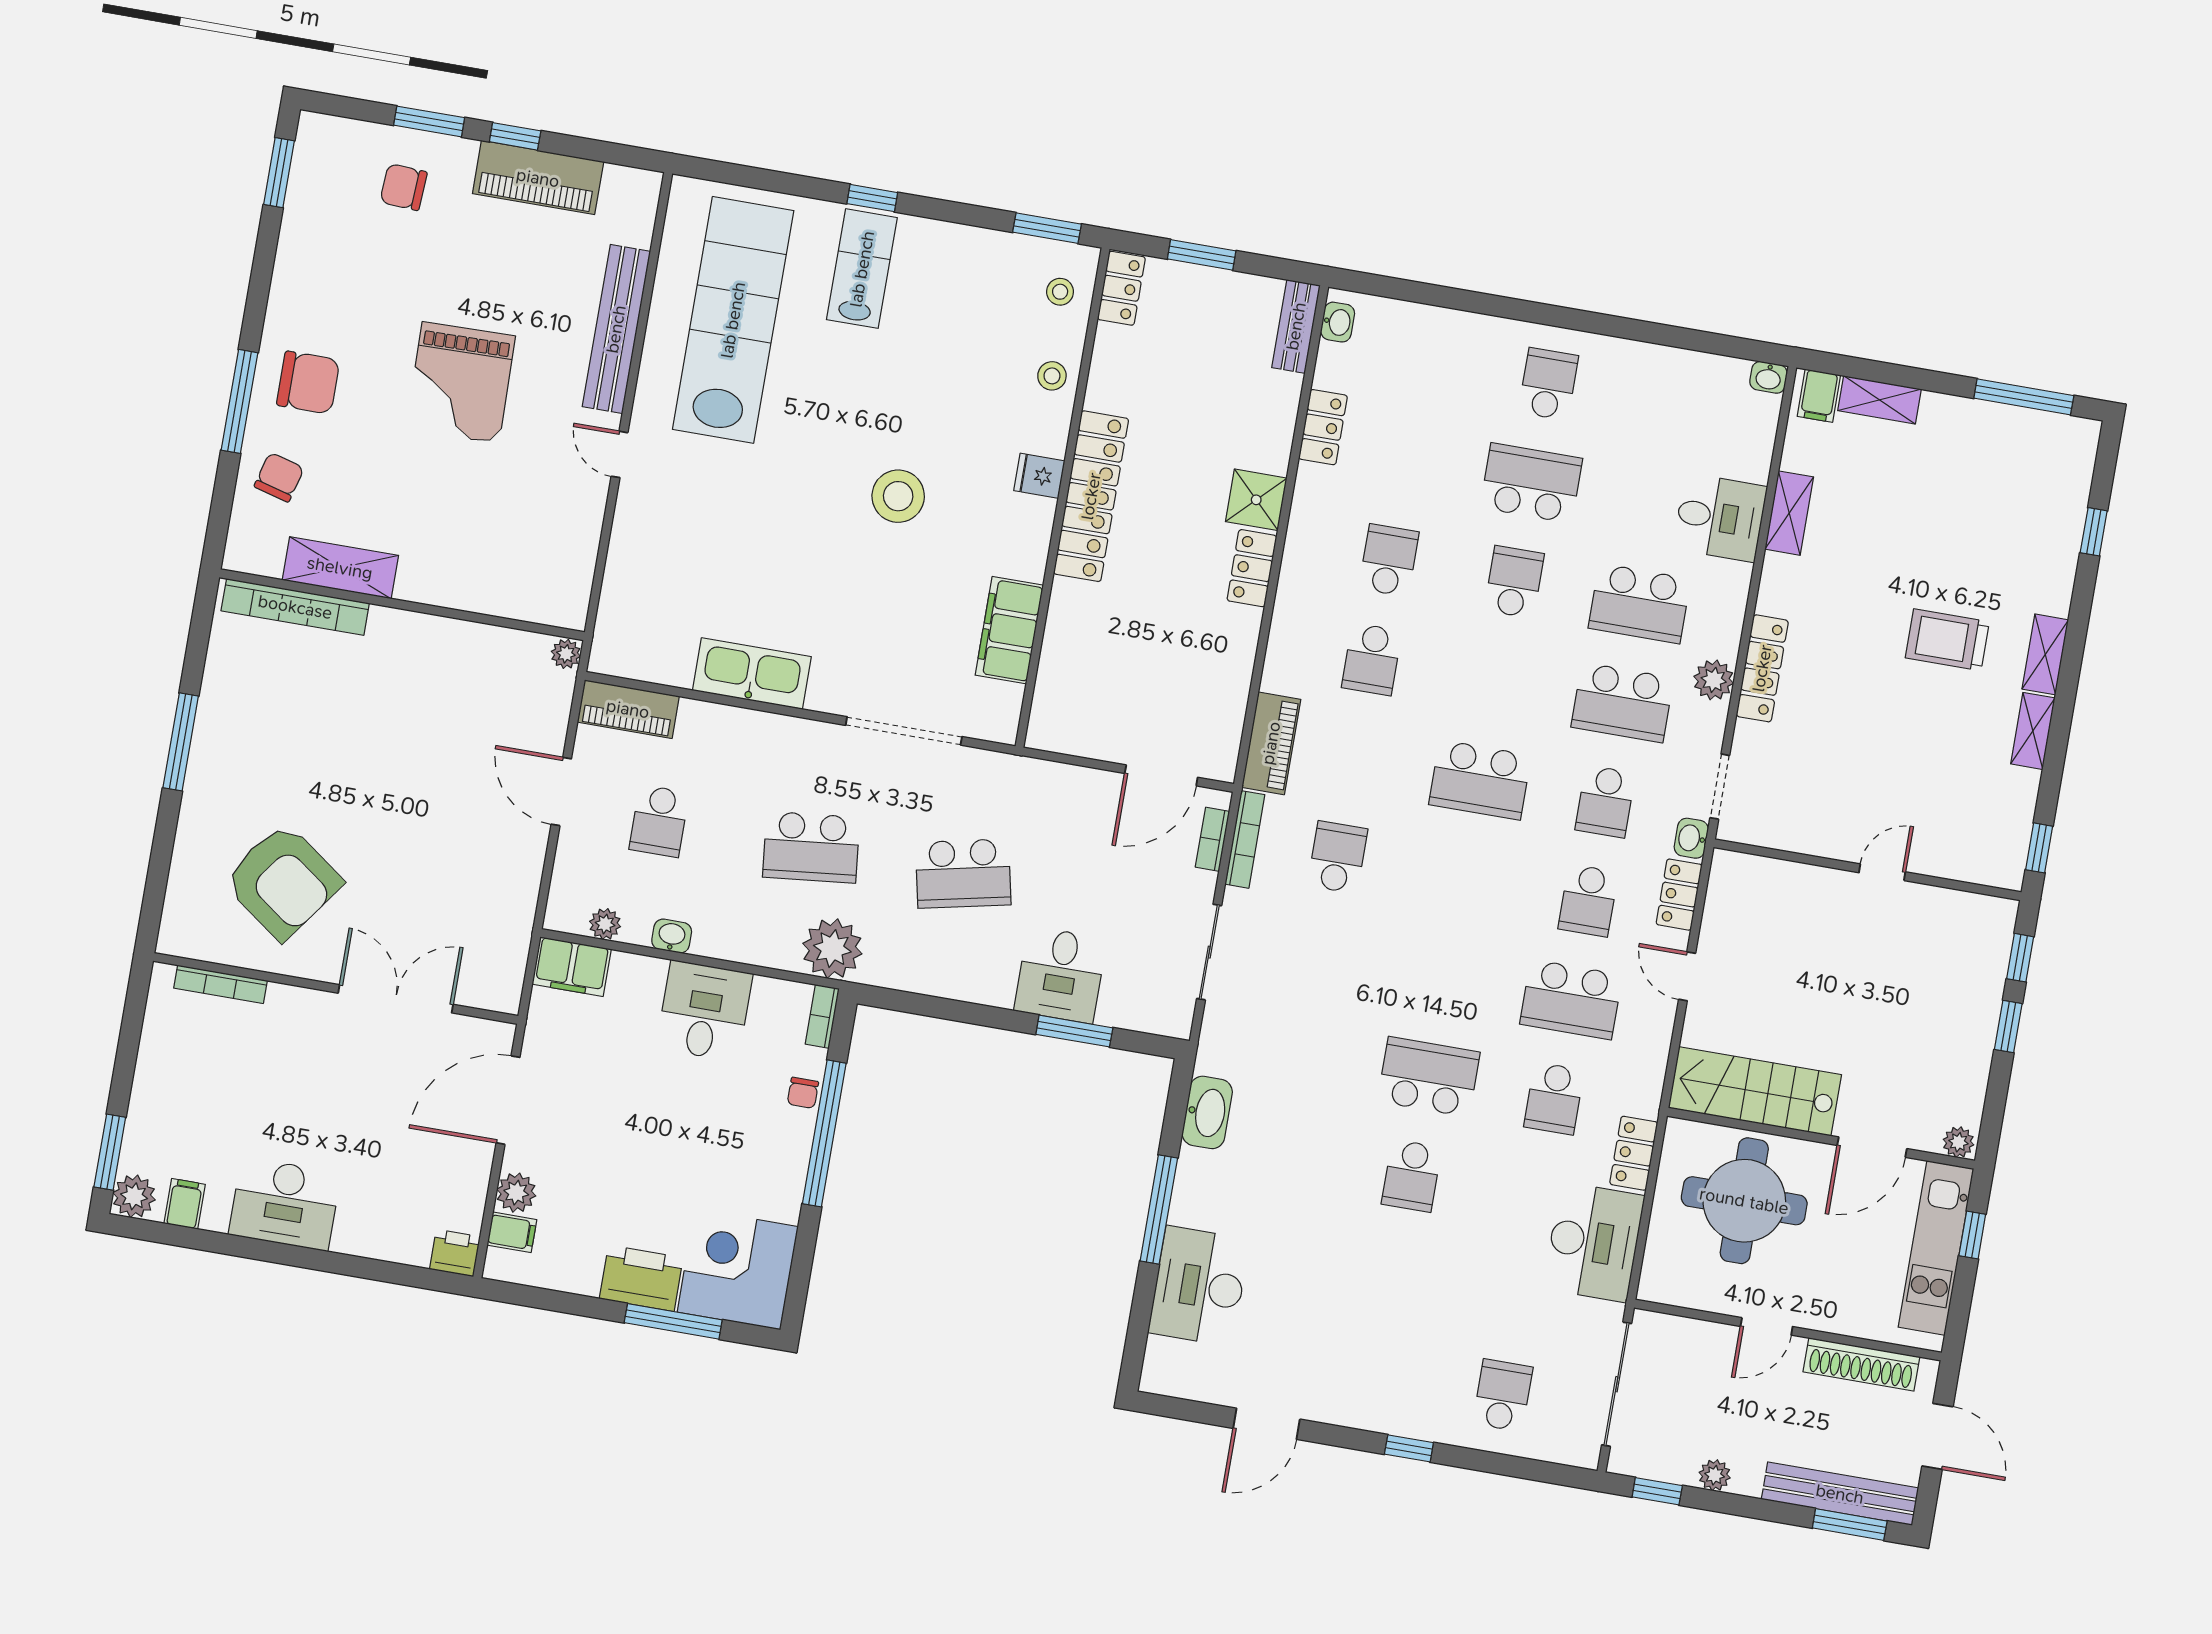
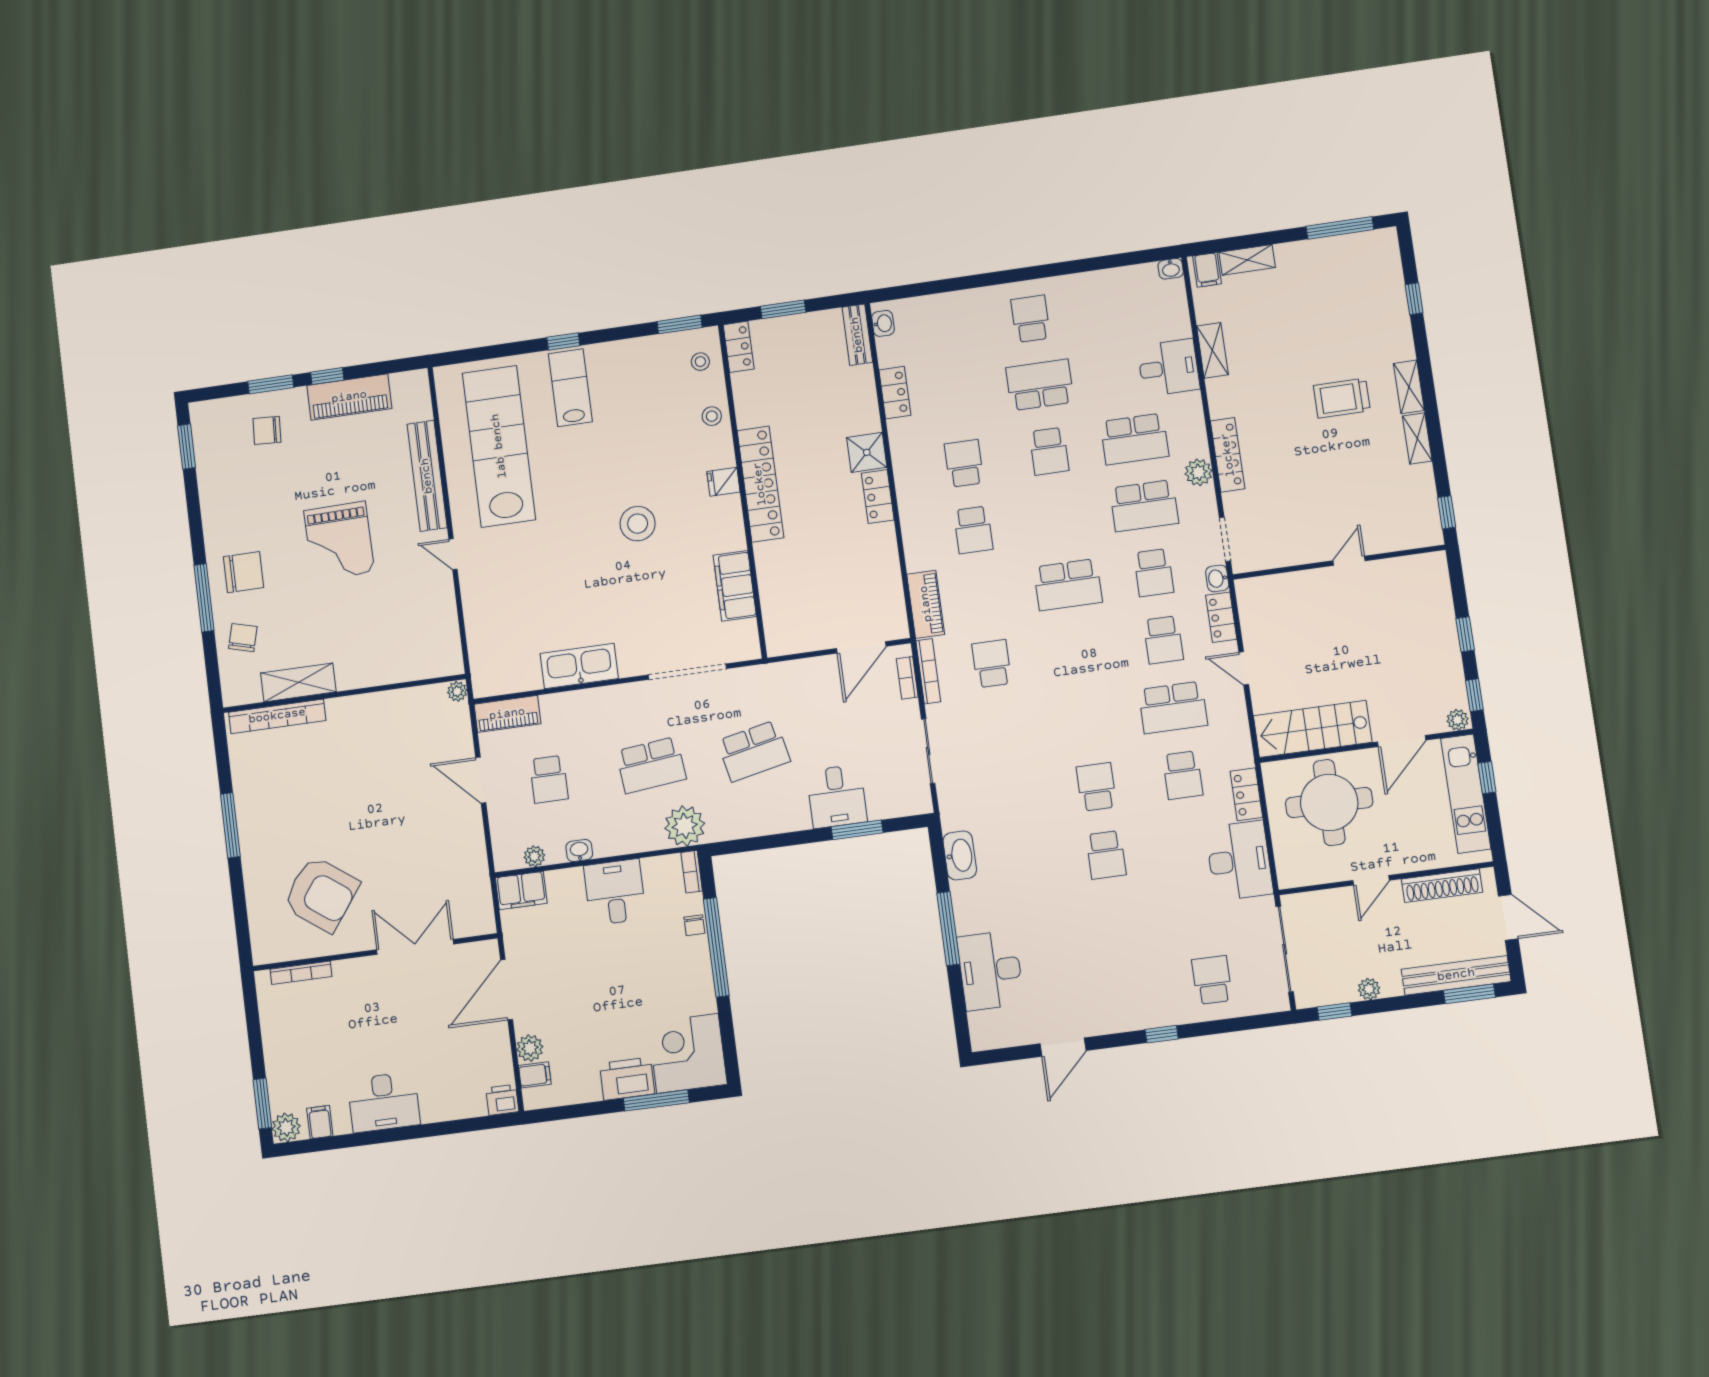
school desk: (1514, 582) -> (1049, 451), turned 180
window: (2020, 958) -> (1474, 695), moved
school desk: (1429, 1077) -> (1096, 787), width x0.54

